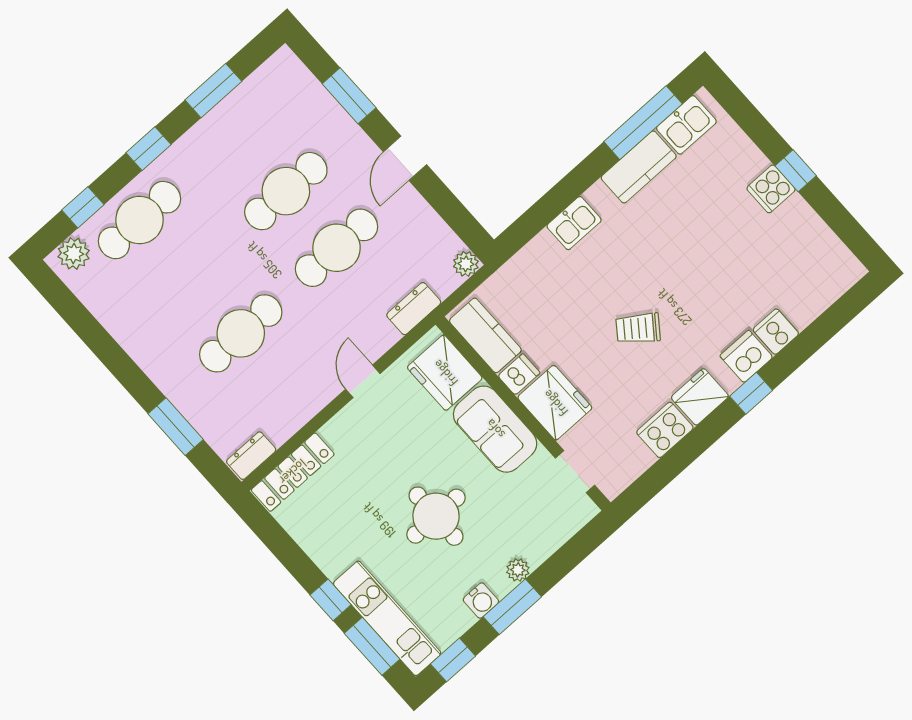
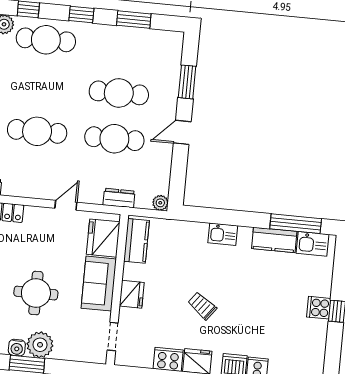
dishwasher: (519, 374) -> (133, 272), removed
fridge: (555, 403) -> (132, 294), width x0.73, depth x0.75
plant: (518, 570) -> (40, 345), width x1.88, depth x1.88

